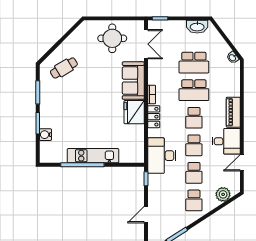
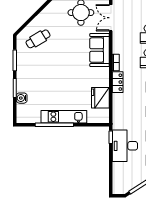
double door: (146, 44) -> (111, 18), swing flipped
fridge: (134, 112) -> (100, 98), moved
desk: (162, 156) -> (125, 146), moved
door: (146, 215) -> (111, 169), removed

